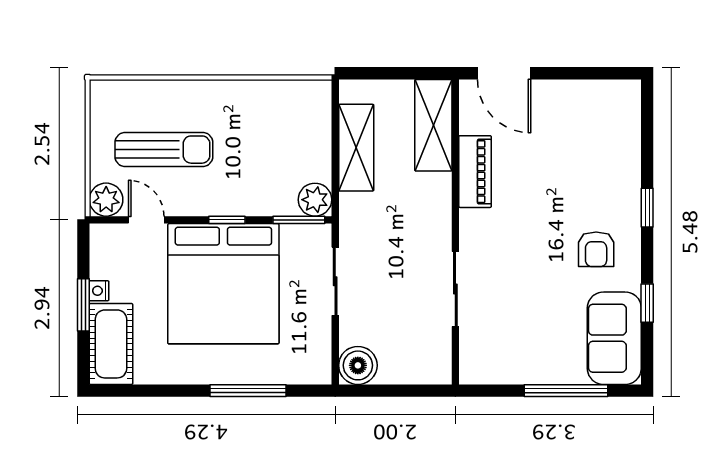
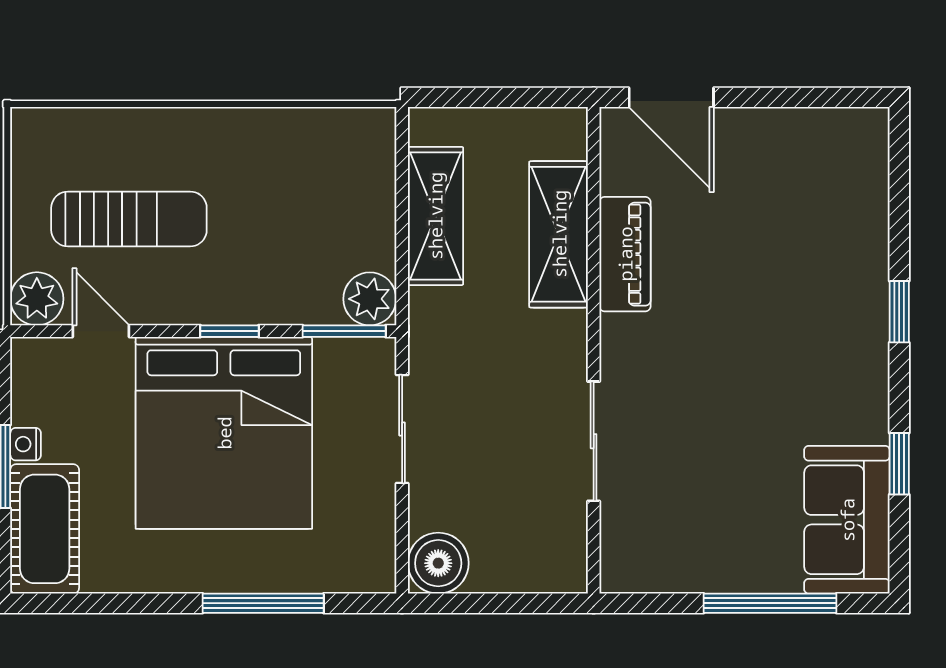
shelving: (433, 125) -> (559, 234), moved
armchair: (596, 249) -> (818, 378), removed

